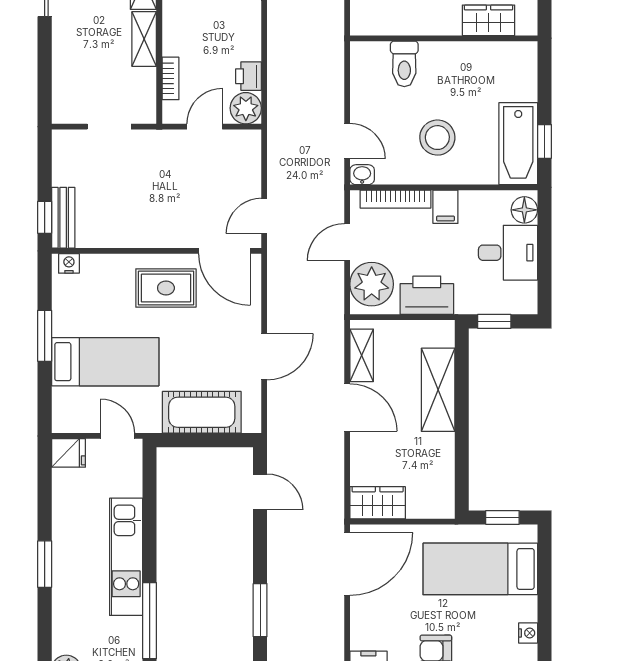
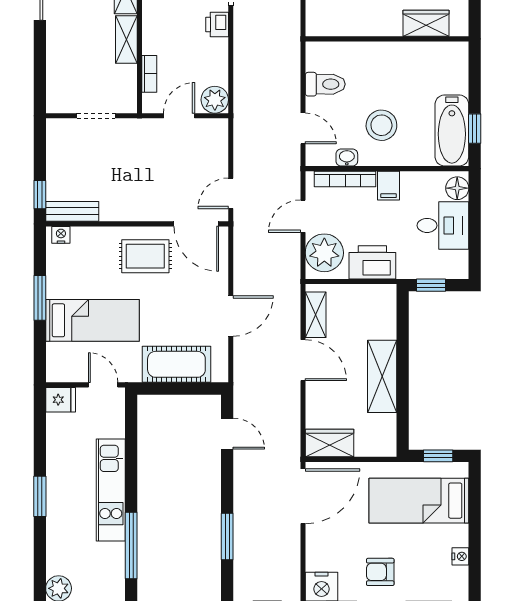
toilet: (404, 64) -> (325, 84), moved, turned -90
printer: (249, 76) -> (217, 25), moved
washbasin: (362, 175) -> (347, 158), moved
bench: (63, 218) -> (72, 211), moved, turned 90
shelving: (438, 390) -> (382, 376), moved

